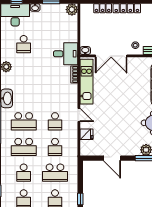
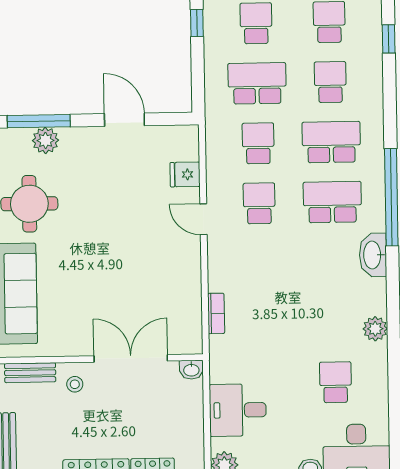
desk: (66, 54) -> (238, 410), moved
kitchen unit: (87, 82) -> (187, 297), removed

